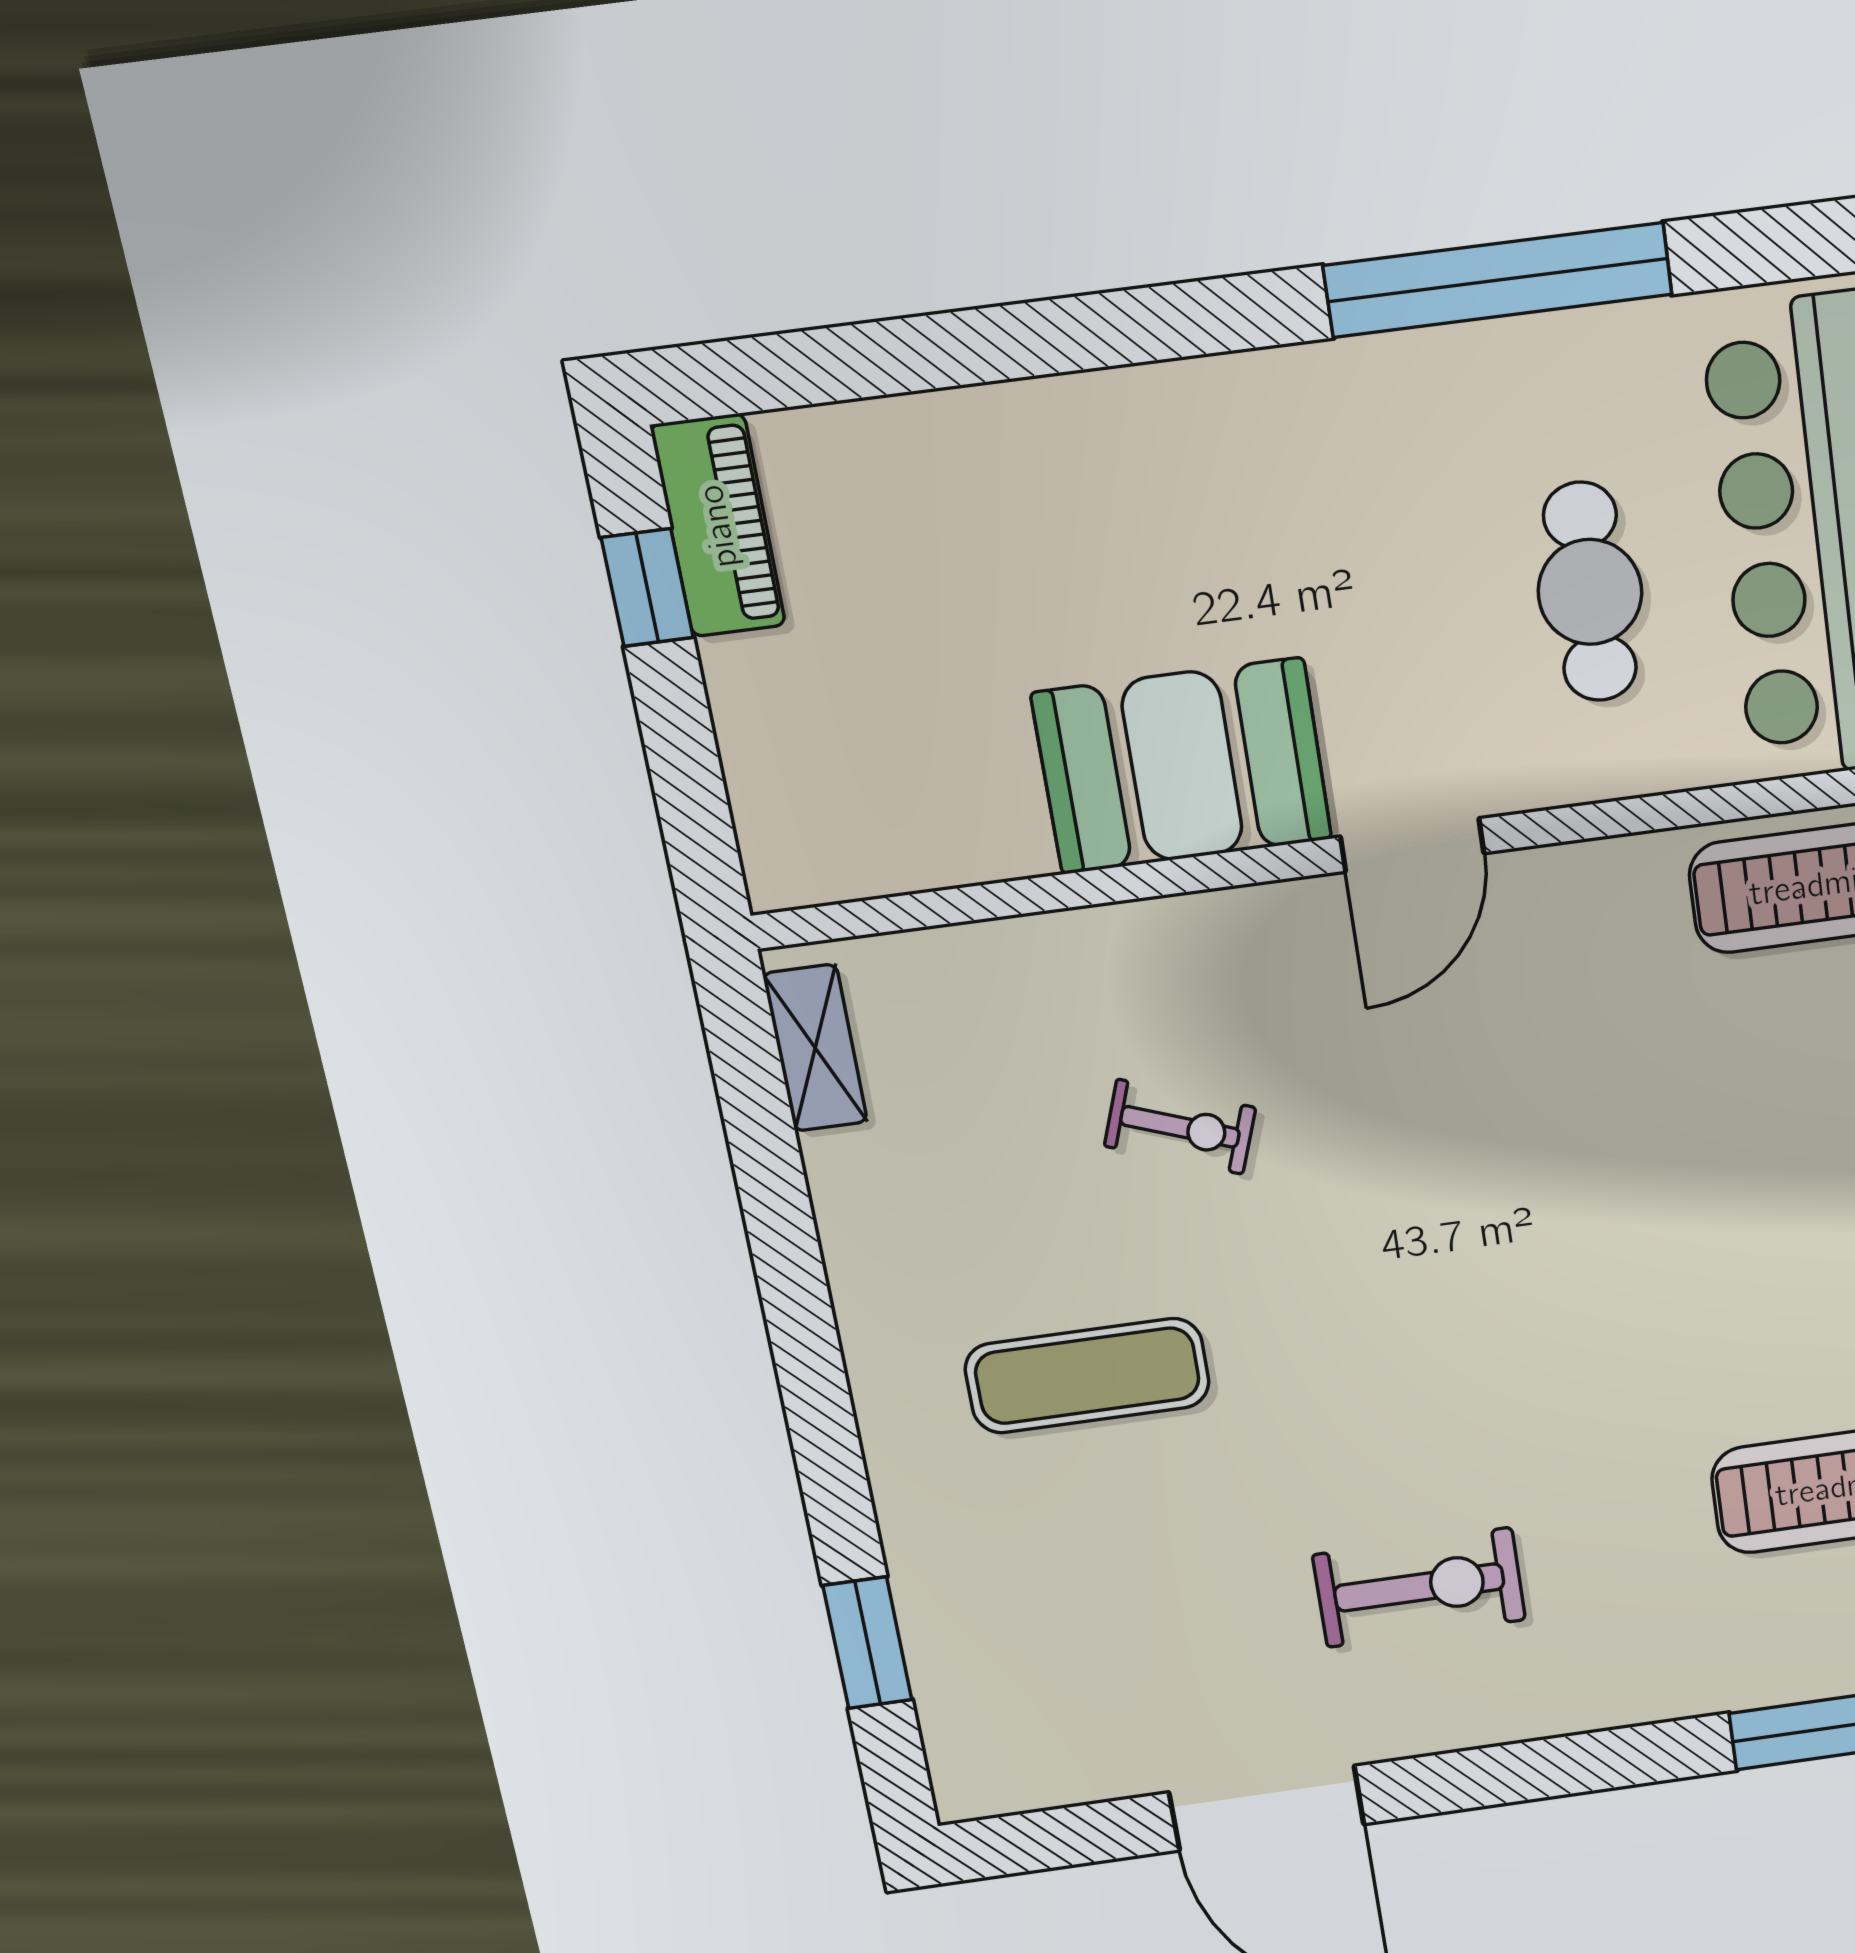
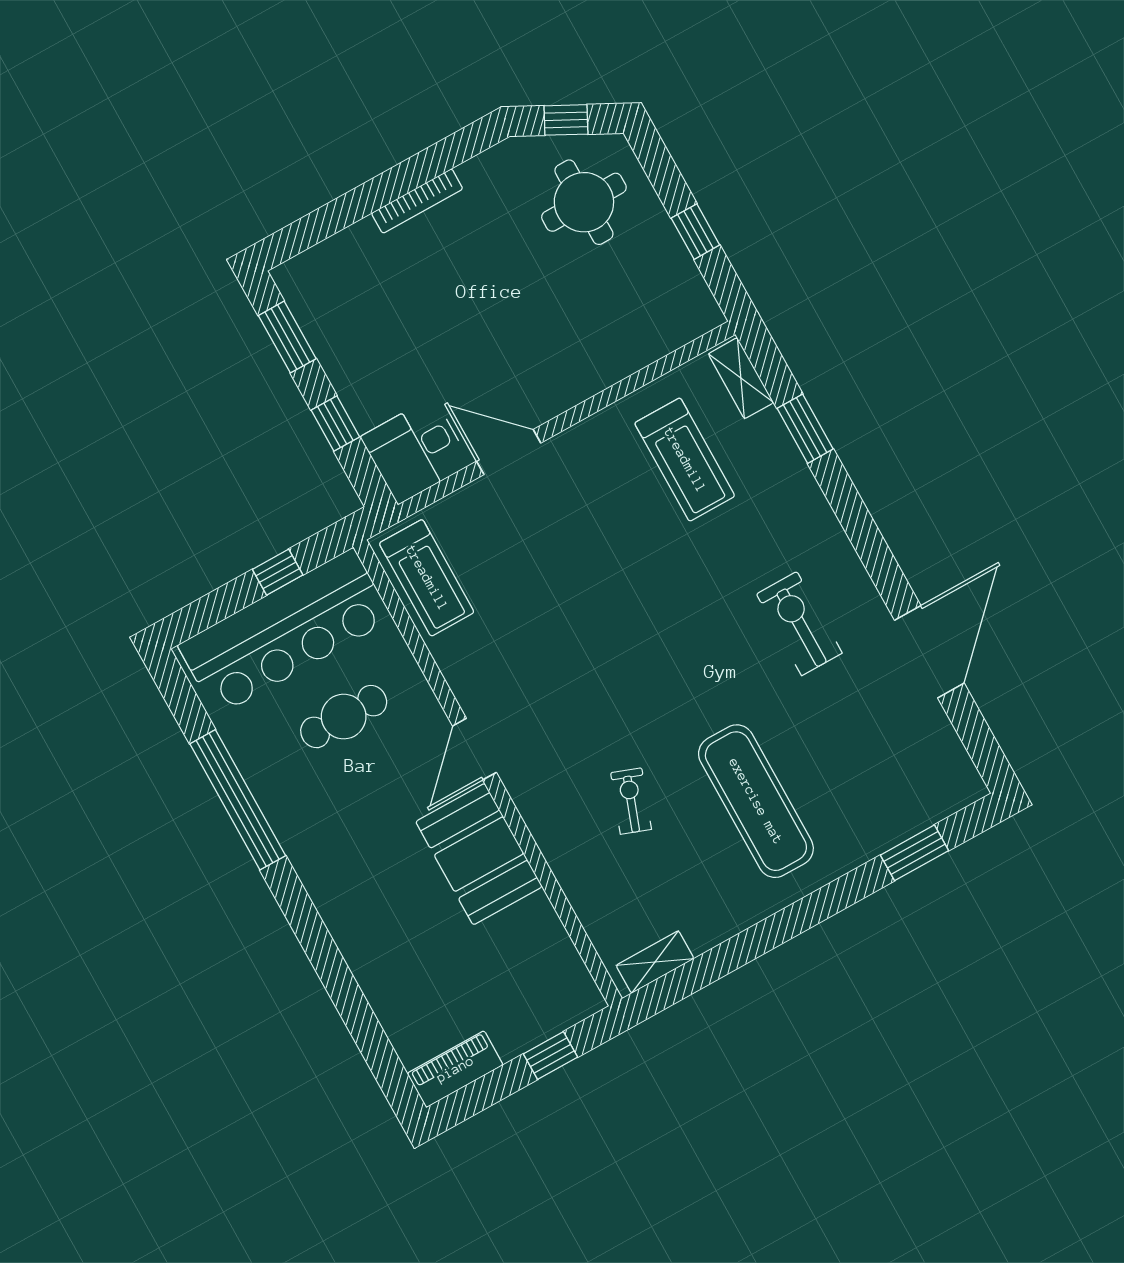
window: (647, 588) -> (550, 1056), moved
door: (1412, 845) -> (475, 749), swing flipped
exercise mat: (1087, 1376) -> (756, 801), width x1.36, depth x1.45

